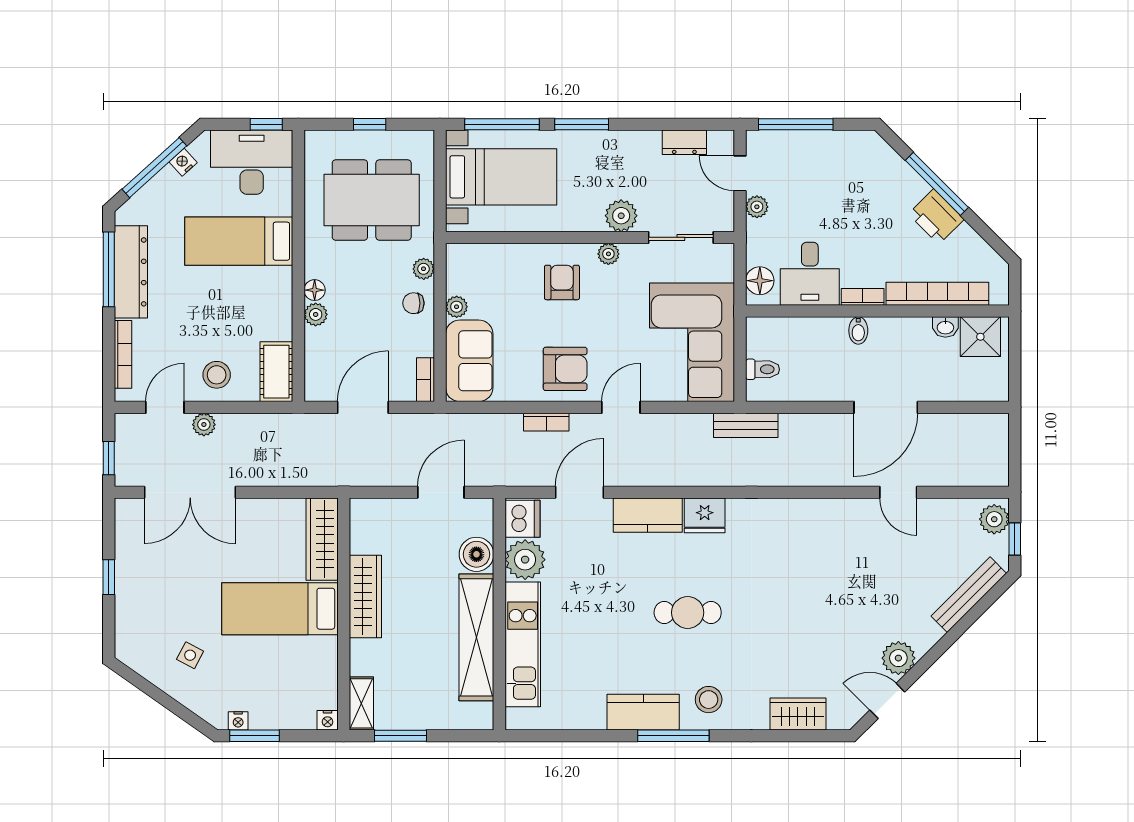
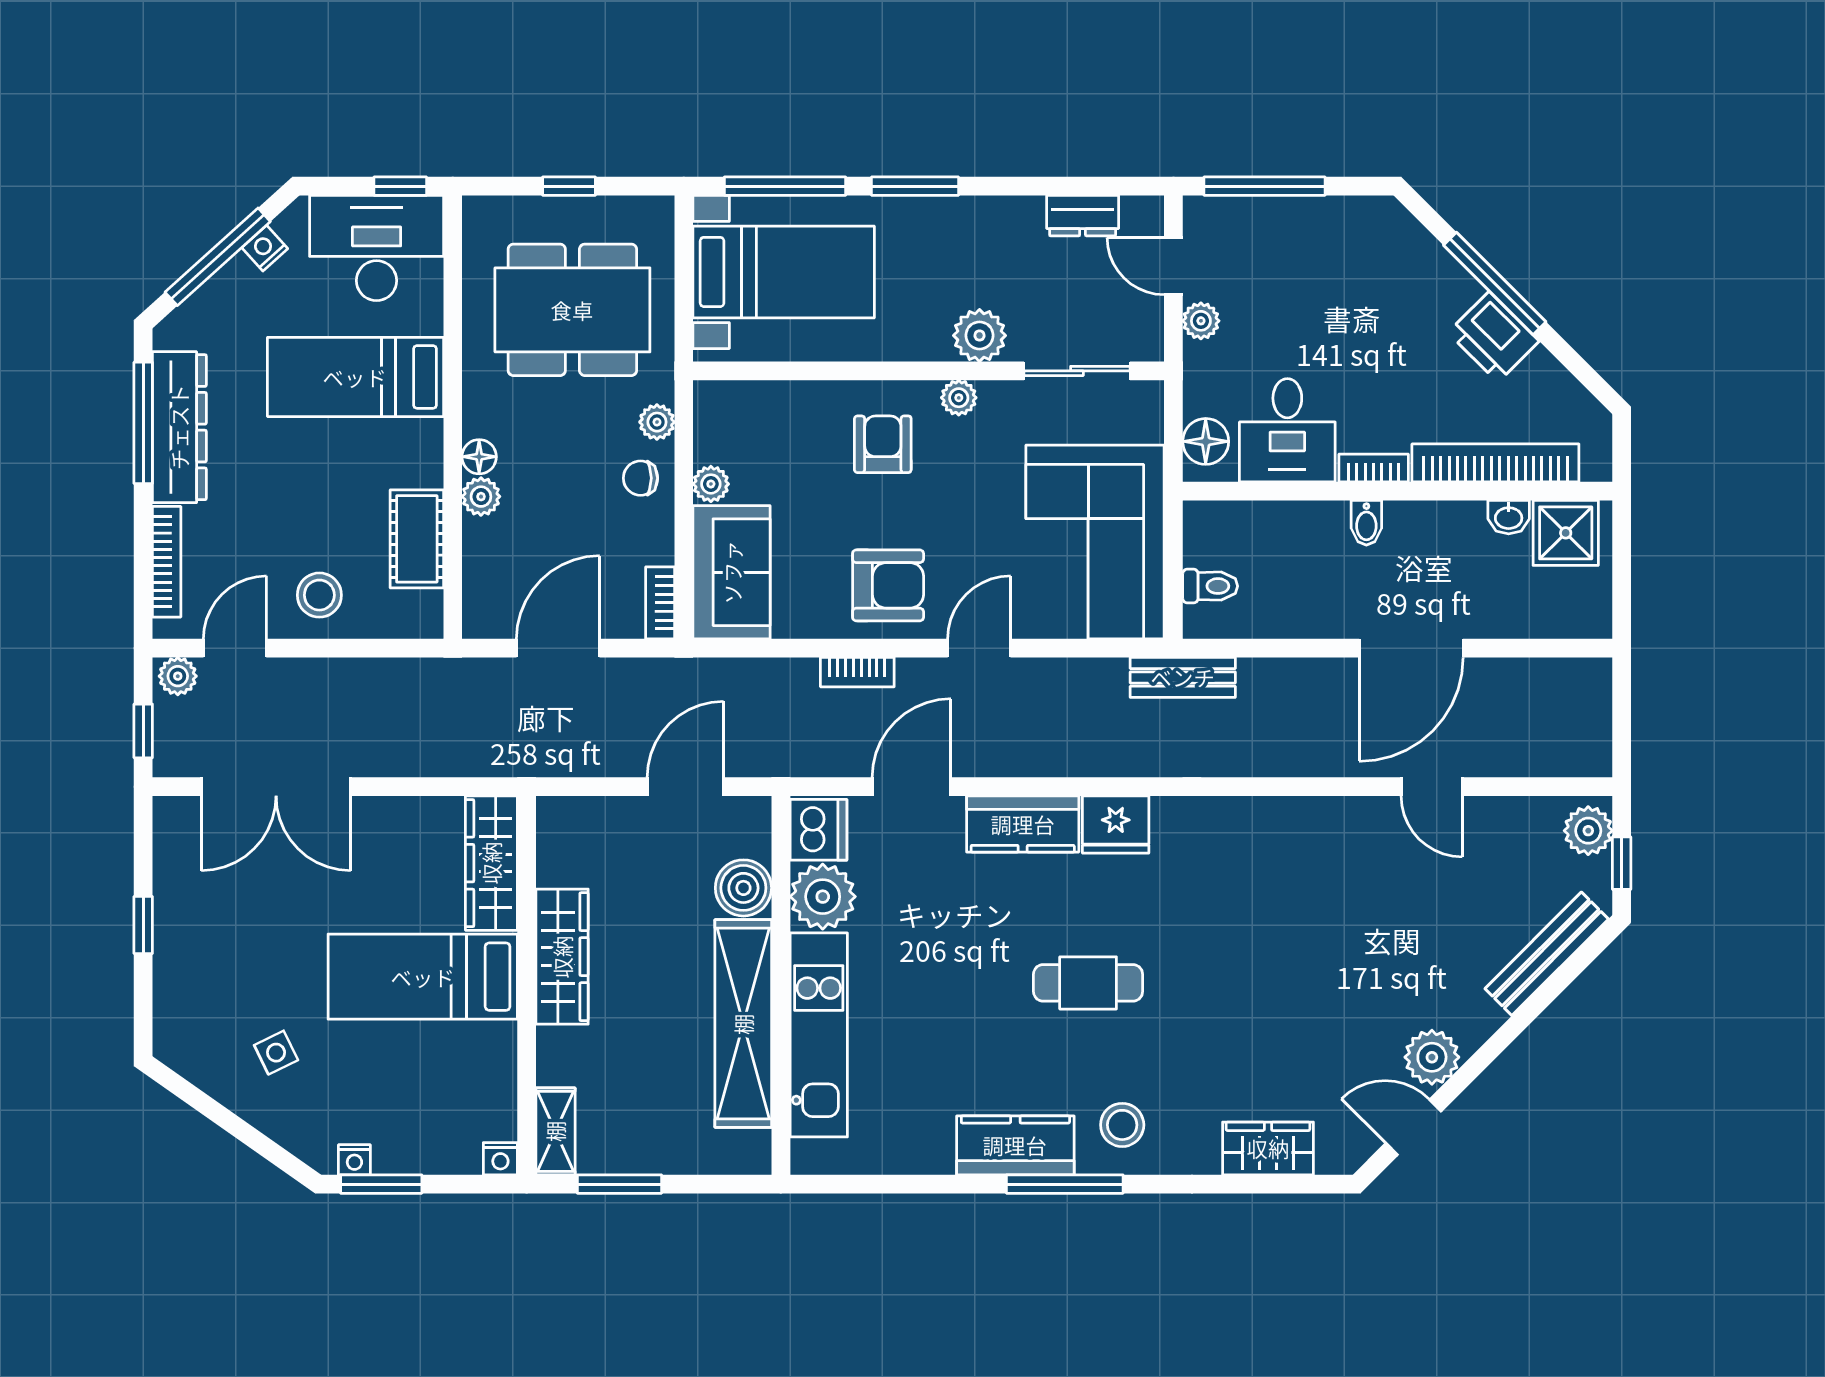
cot: (276, 372) -> (417, 539), moved
plant: (204, 425) -> (178, 676), moved
side table: (190, 655) -> (276, 1053), turned 36

